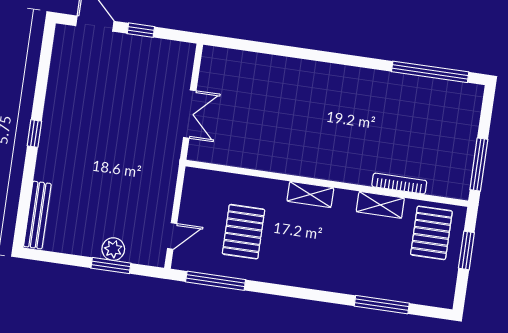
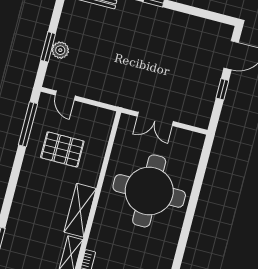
round table: (285, 111) -> (149, 191), added
shelving: (310, 194) -> (80, 210), width x1.50, depth x1.33

